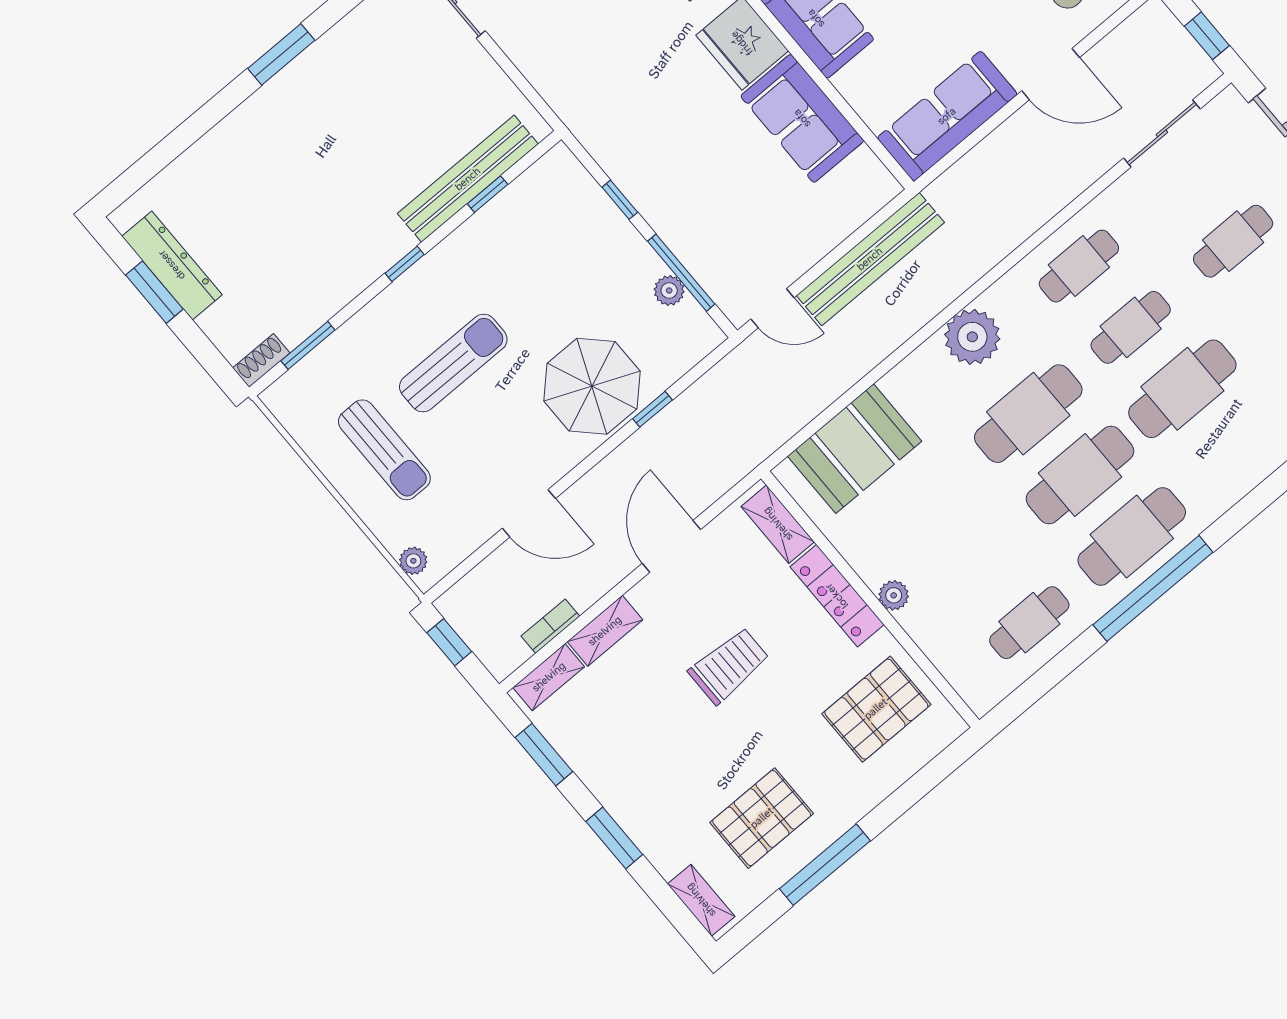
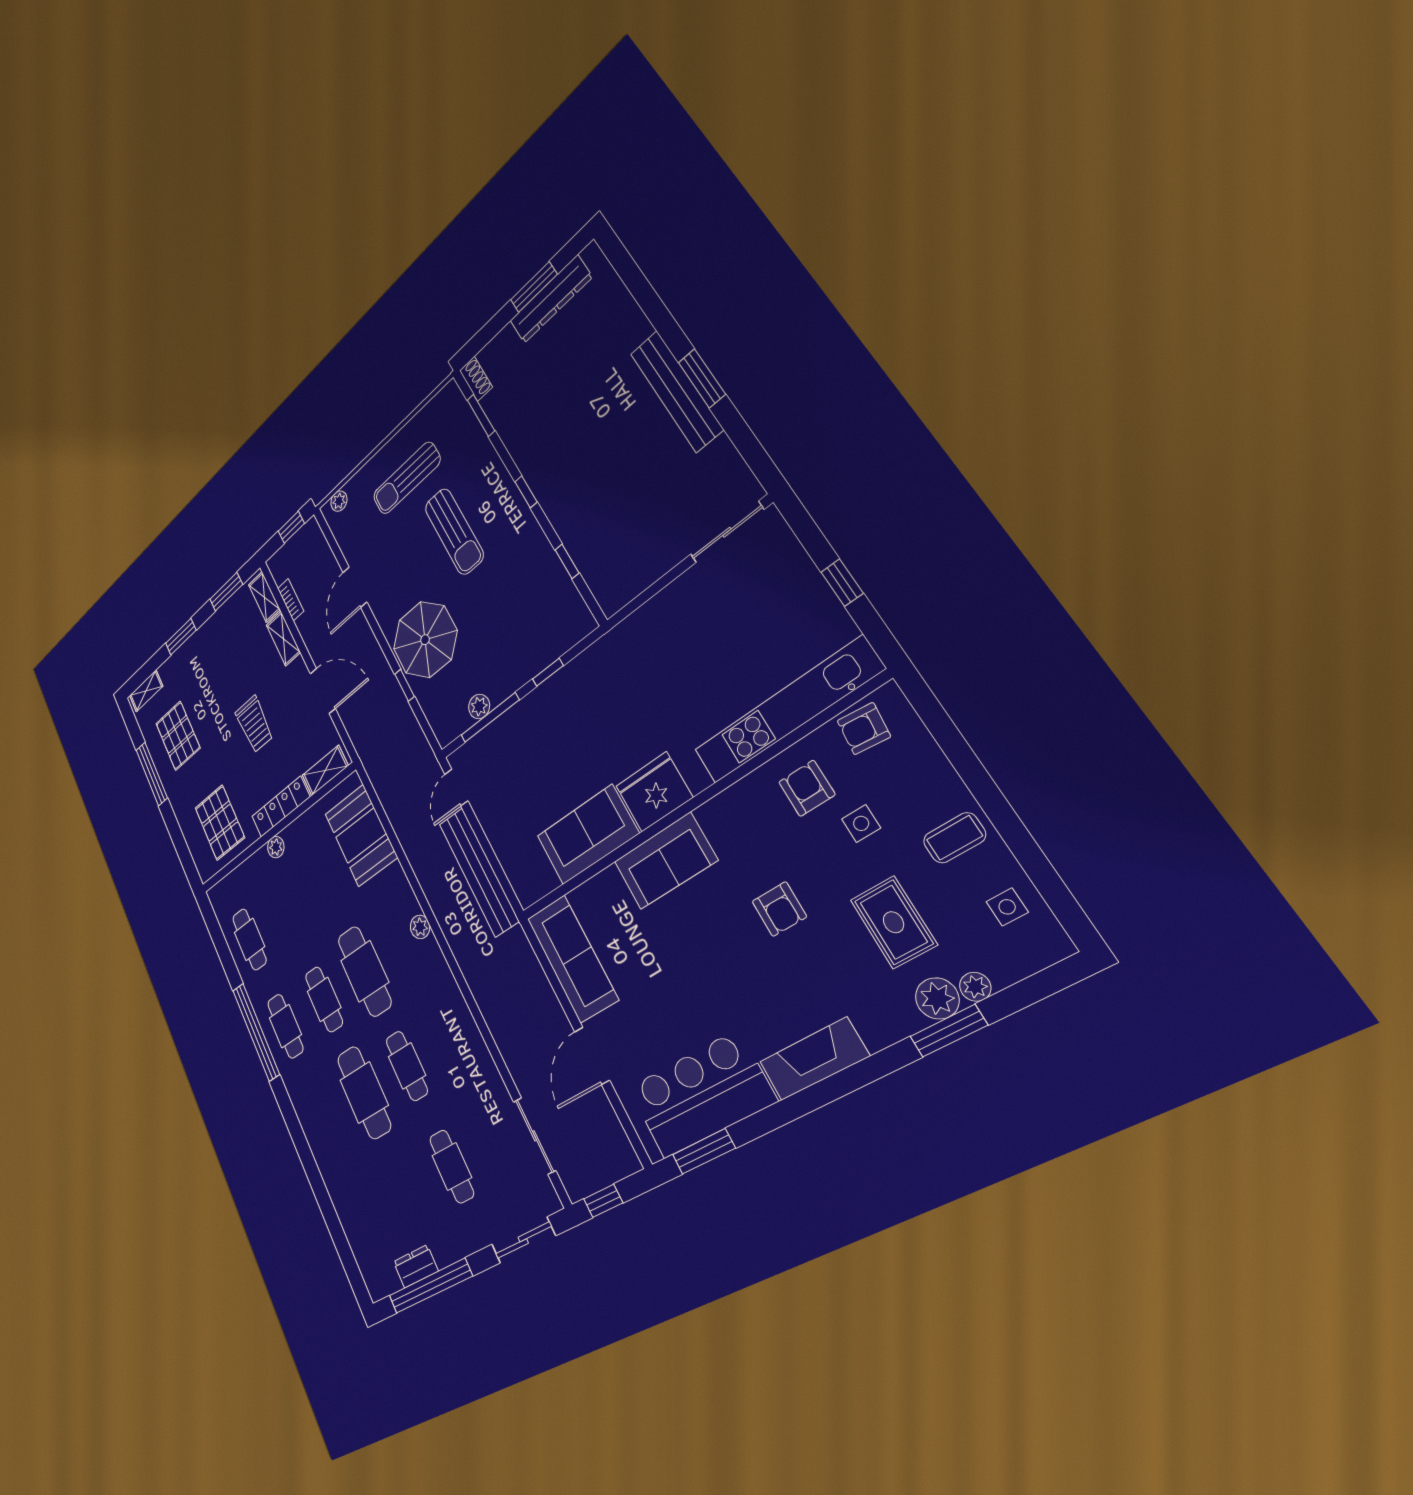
bench: (468, 179) -> (676, 391), moved
cafe table: (1079, 266) -> (452, 1038), removed
plant: (972, 337) -> (420, 927), width x0.53, depth x0.53
cafe table: (1080, 475) -> (324, 999), width x0.73, depth x0.74
cafe table: (1132, 536) -> (285, 1026), width x0.73, depth x0.74

